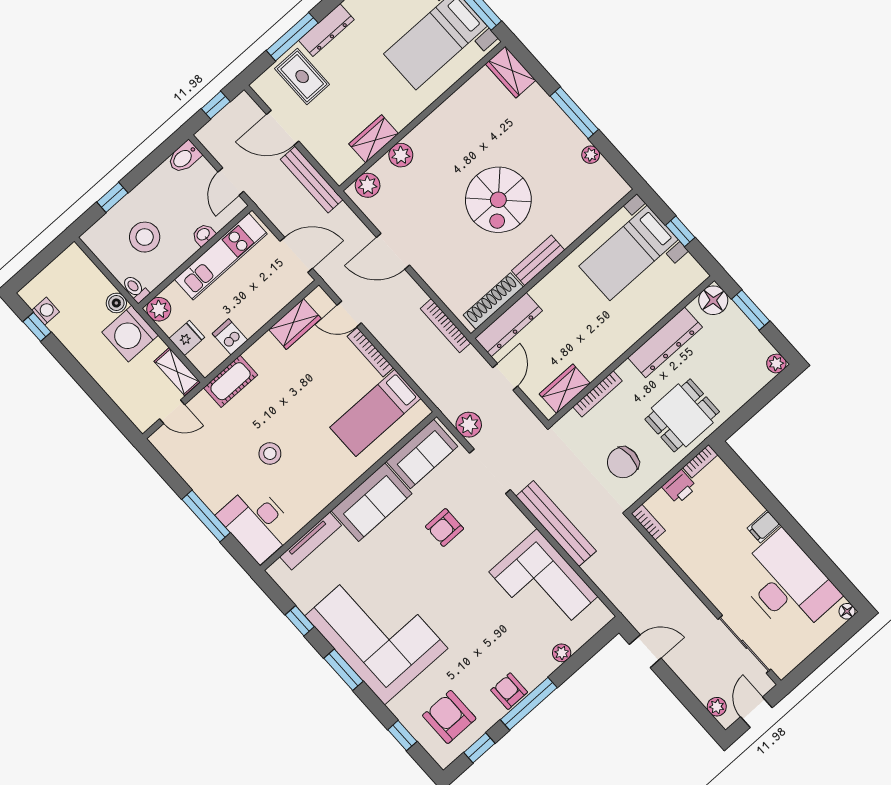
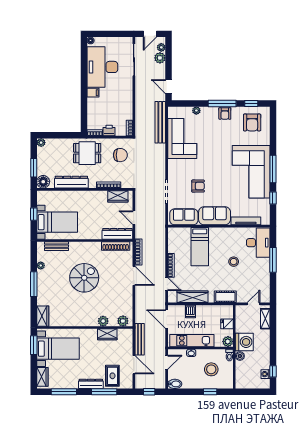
door: (393, 251) -> (134, 276), moved
bench: (538, 260) -> (57, 246), moved
wardrobe: (295, 324) -> (193, 297), width x1.50
dishwasher: (230, 337) -> (190, 312), moved
shelving: (177, 372) -> (265, 319), moved
door: (505, 377) -> (134, 218), hinge flipped
door: (172, 412) -> (253, 304), hinge flipped
bed: (375, 413) -> (200, 247), moved, turned 90
plant: (469, 425) -> (160, 58), moved
bench: (556, 524) -> (160, 122), moved
window: (343, 670) -> (273, 169), width x1.44
window: (402, 736) -> (273, 130), removed

